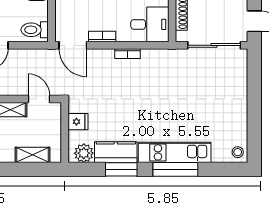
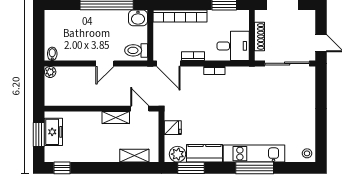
window: (121, 169) -> (191, 168), moved

